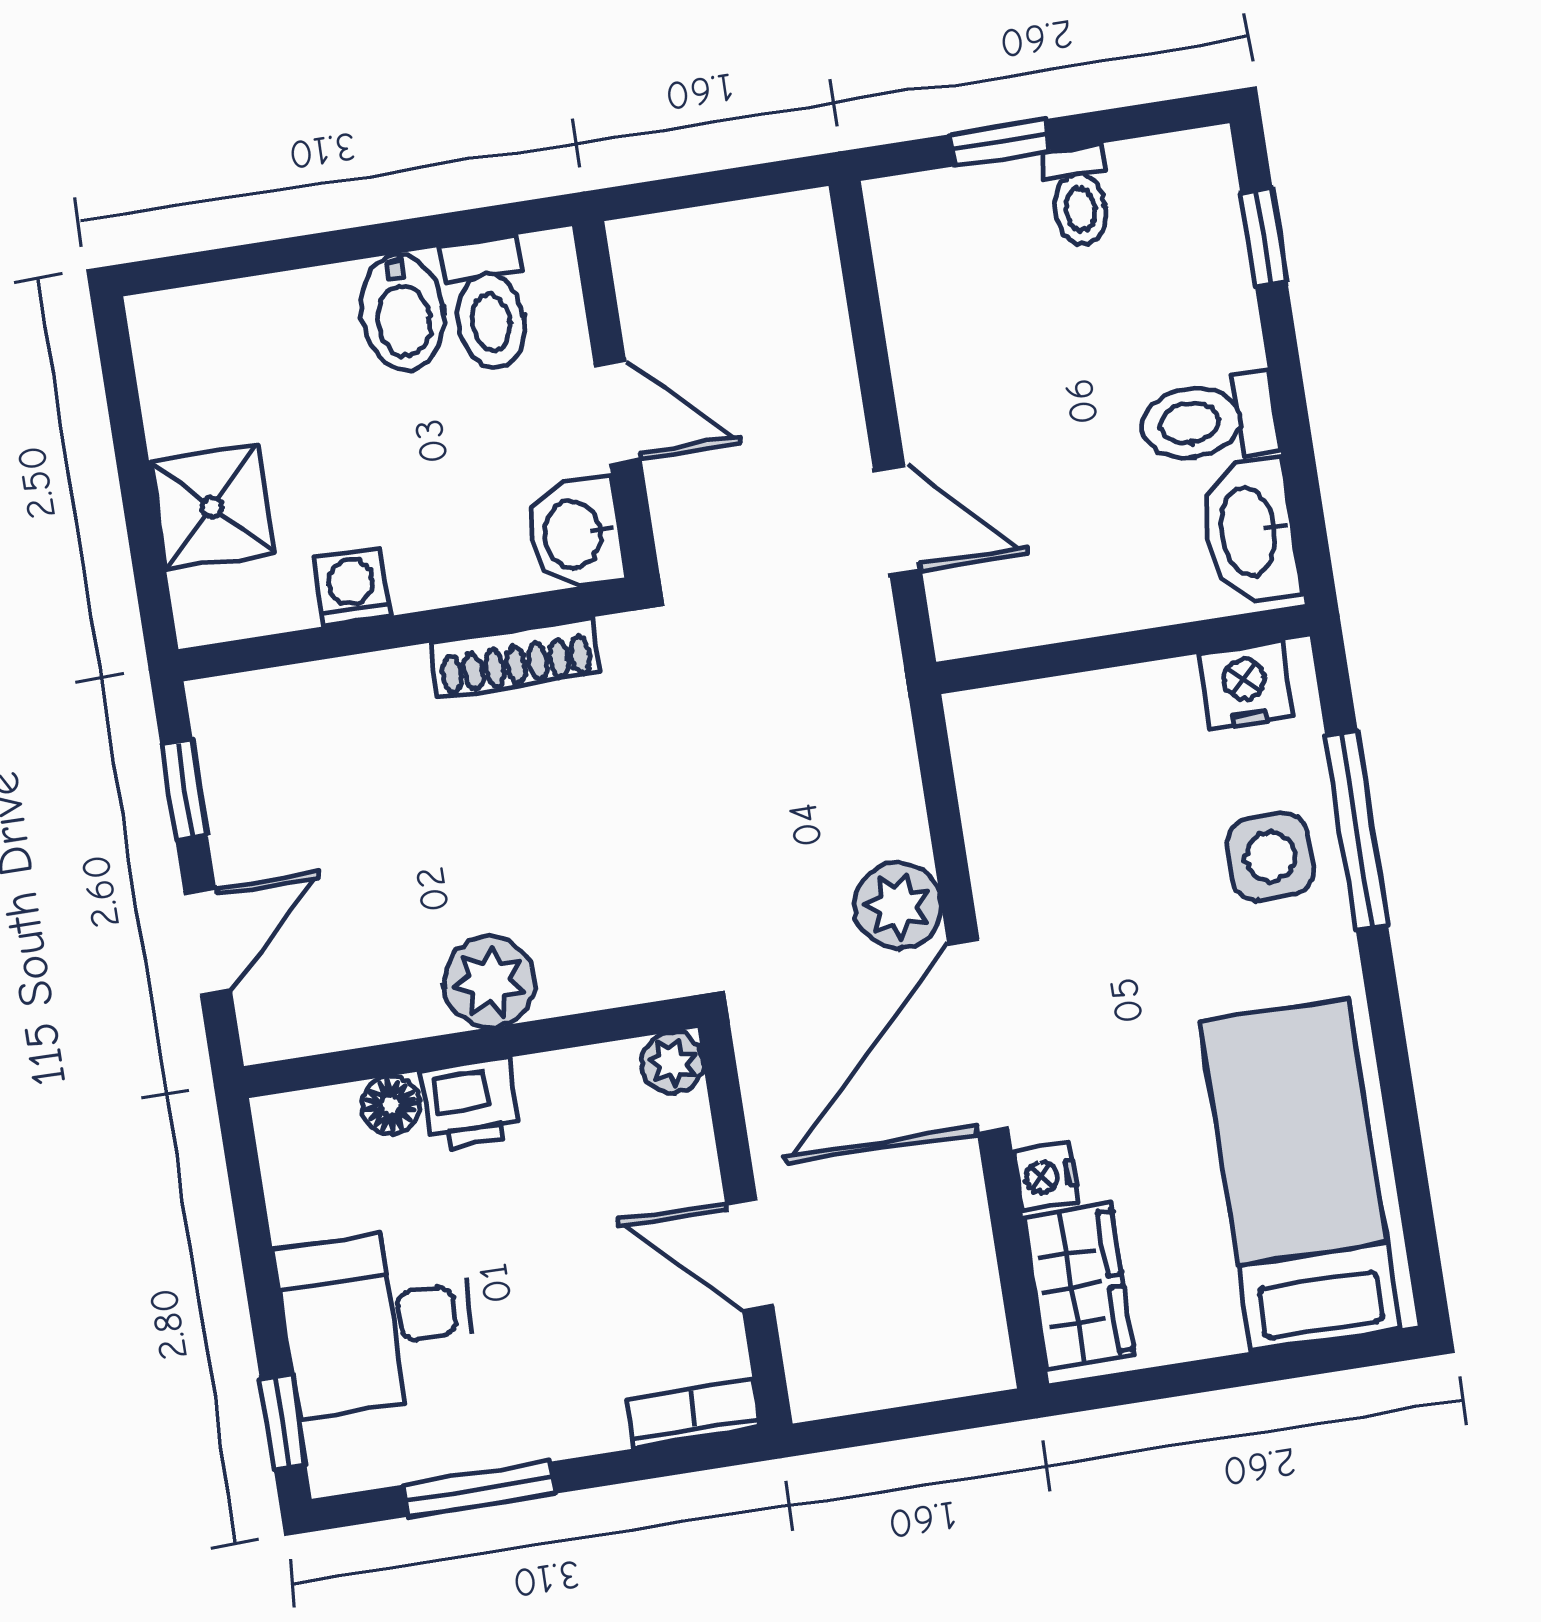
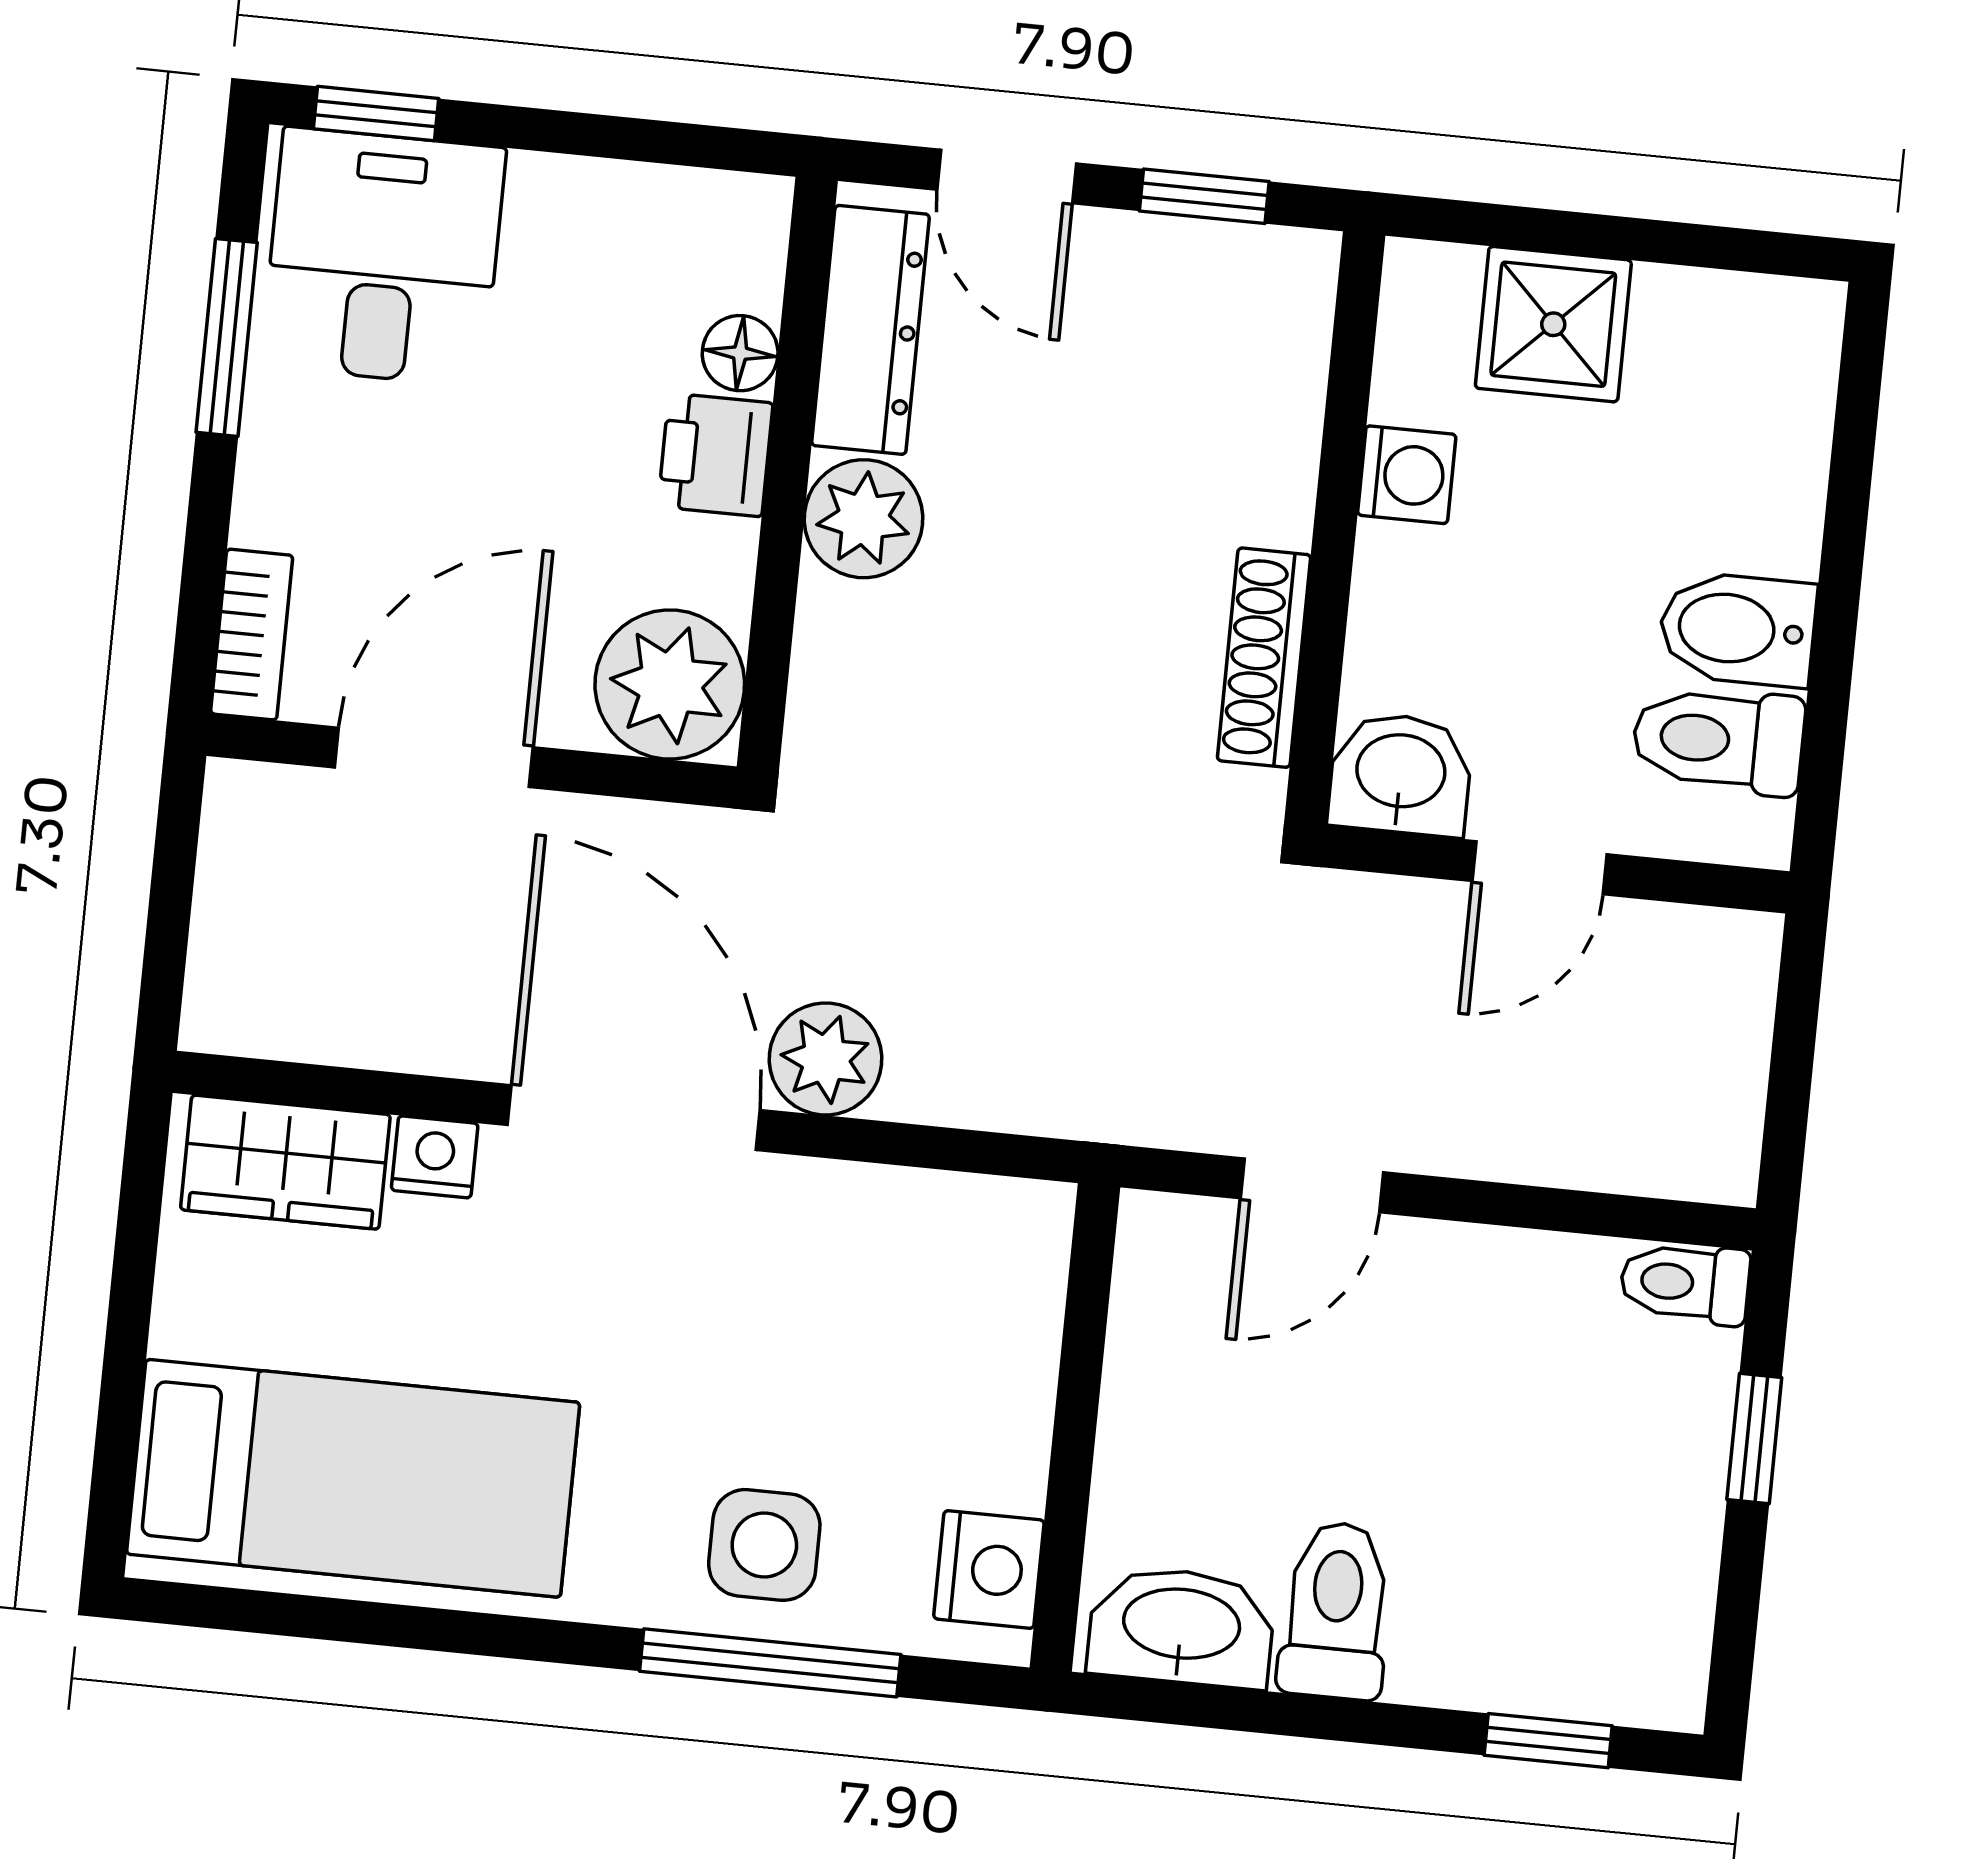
toilet: (1079, 196) -> (1685, 1283), moved
dresser: (348, 1013) -> (870, 330), added
plant: (672, 1063) -> (670, 685), width x1.88, depth x1.88
door: (750, 1254) -> (434, 757), width x1.38
desk: (377, 1321) -> (383, 257), moved

